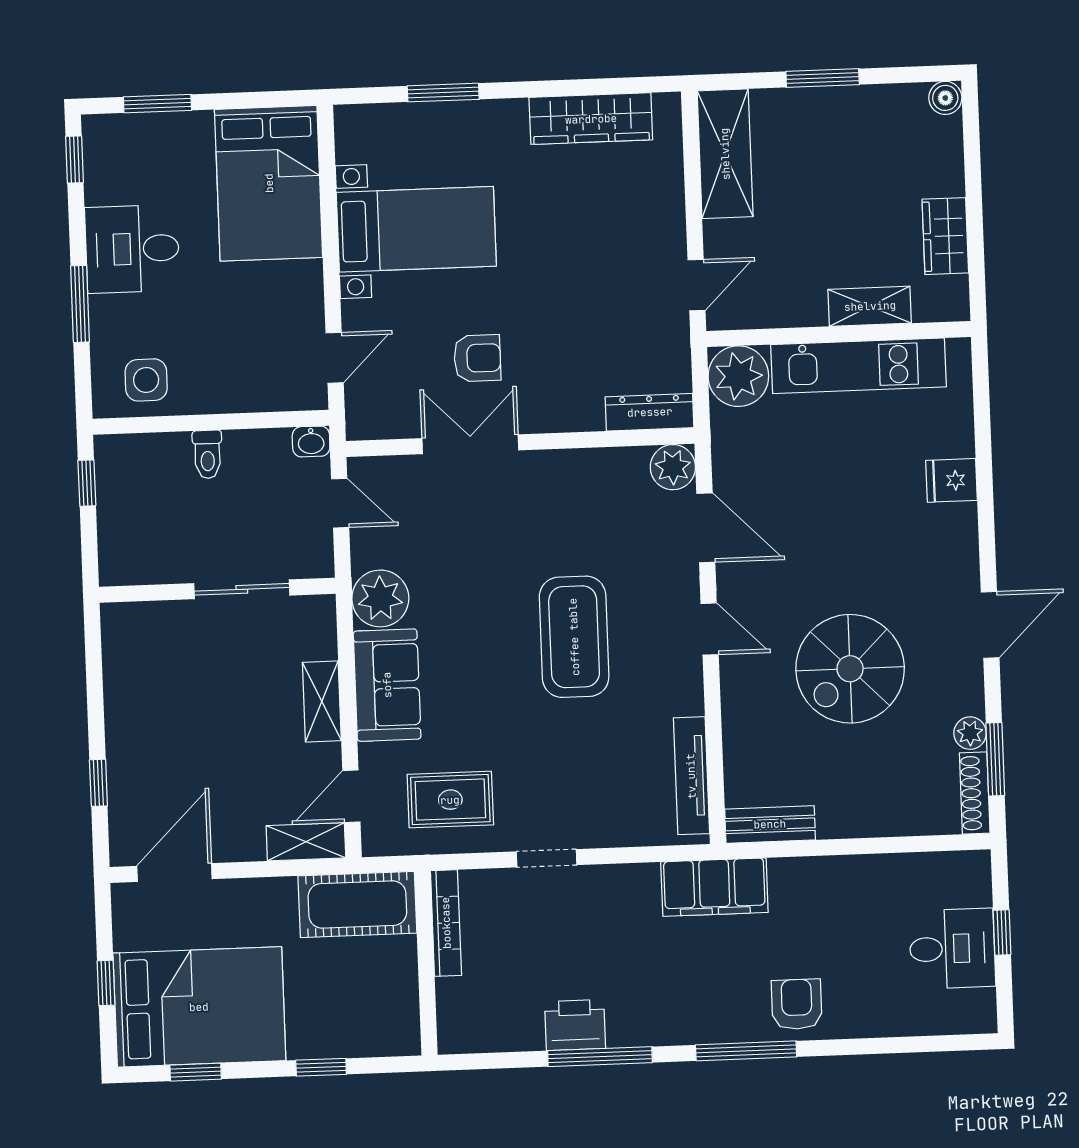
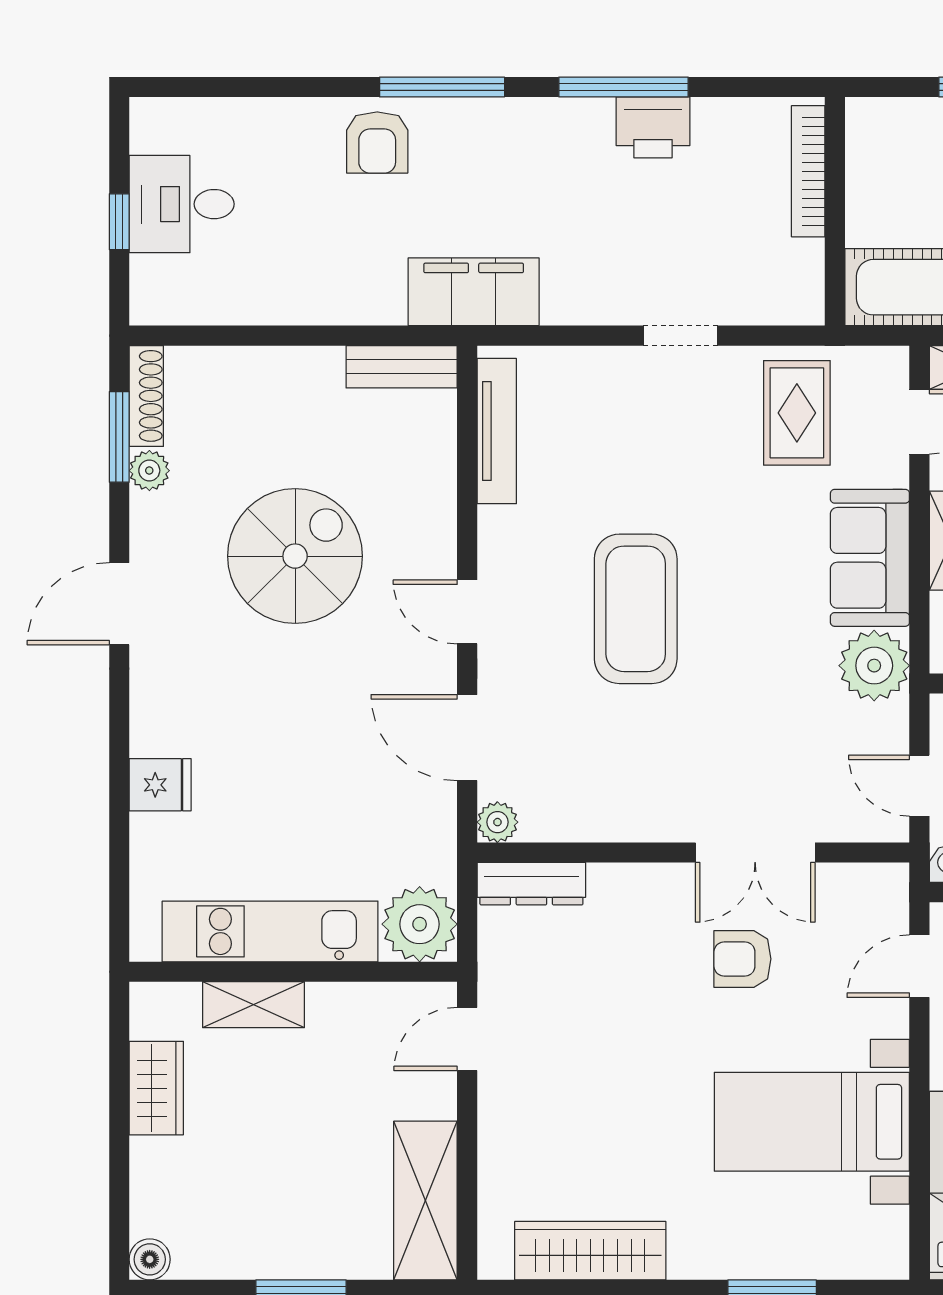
plant: (673, 467) -> (497, 822), width x0.73, depth x0.73
rug: (450, 800) -> (797, 413), turned 90
bookcase: (446, 923) -> (808, 171), moved

